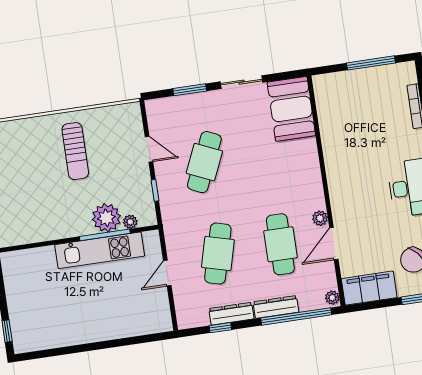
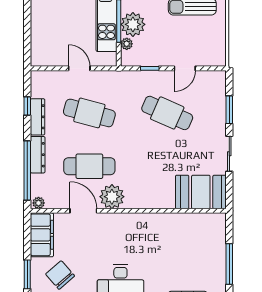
plant: (320, 218) -> (112, 197), width x1.88, depth x1.88

